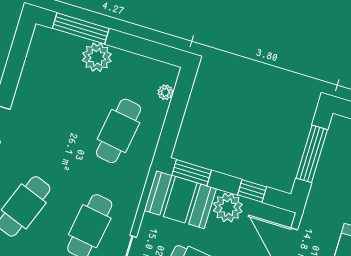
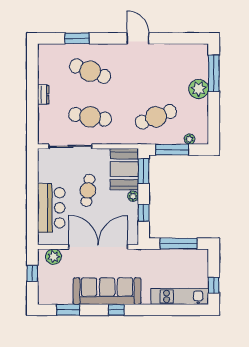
window: (173, 122) -> (172, 150), added
cafe table: (119, 131) -> (156, 117), turned -30
plant: (228, 208) -> (133, 196), width x0.53, depth x0.53

